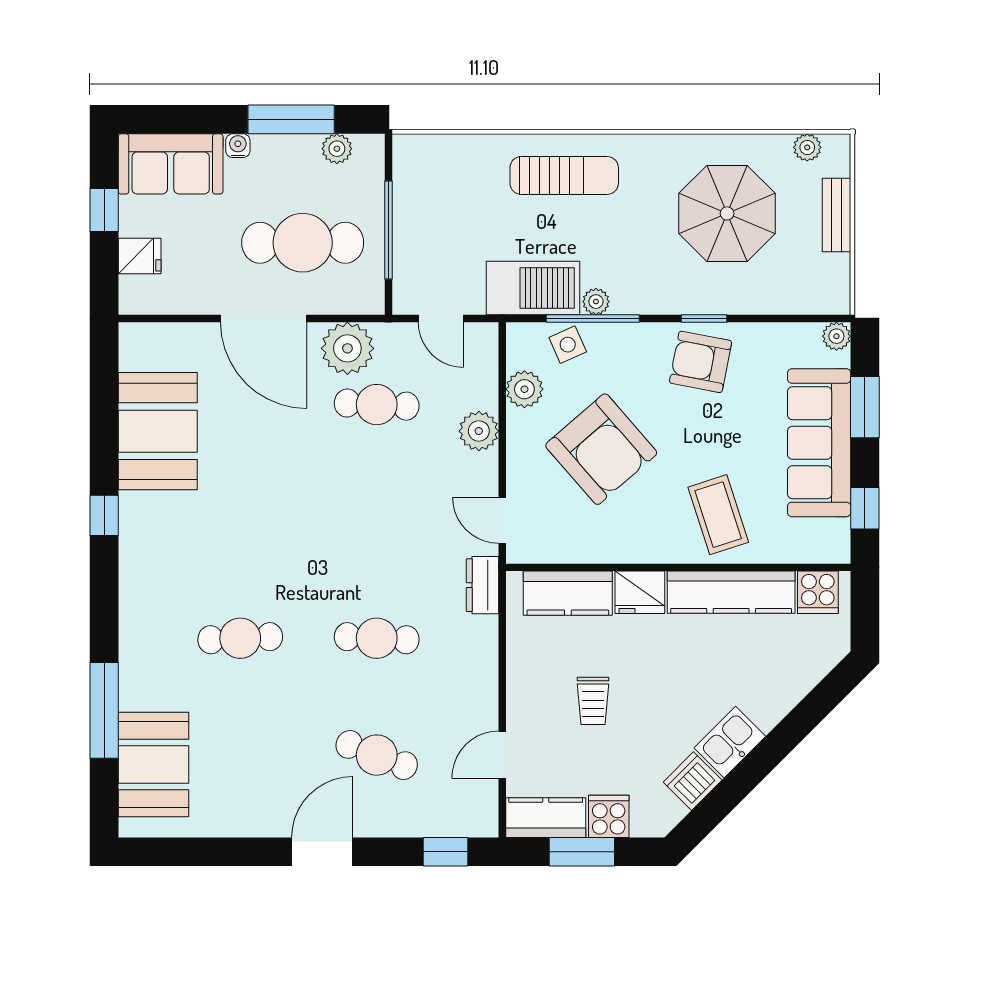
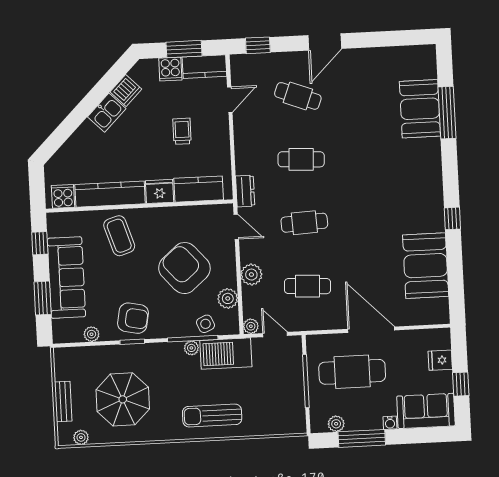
plant: (836, 336) -> (92, 334), moved
plant: (347, 348) -> (251, 326), moved, width x0.53, depth x0.53
cafe table: (240, 638) -> (304, 223), moved
booth: (153, 765) -> (420, 109), moved

